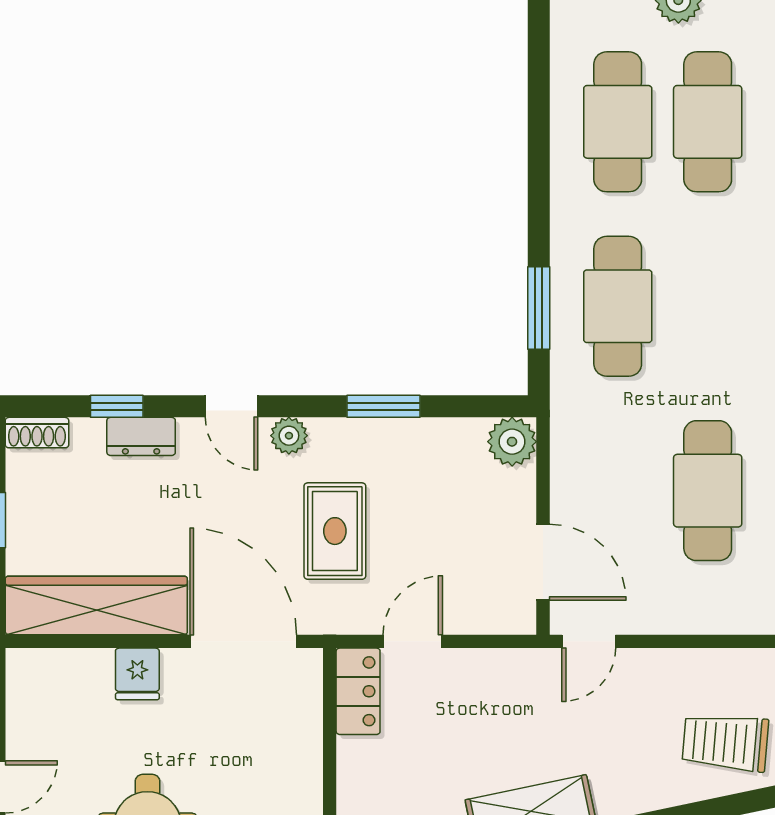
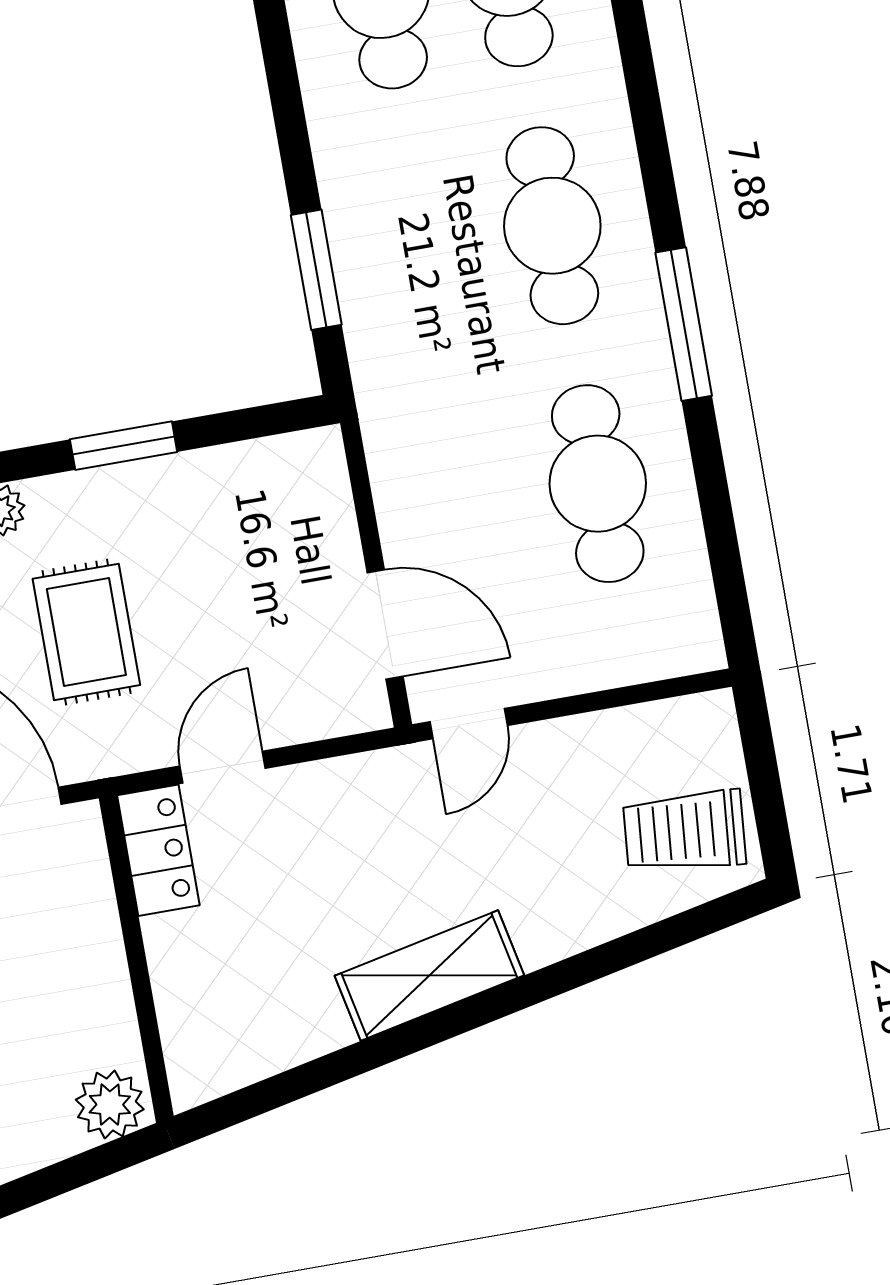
cafe table: (618, 306) -> (552, 226), moved
plant: (512, 442) -> (312, 463), removed

